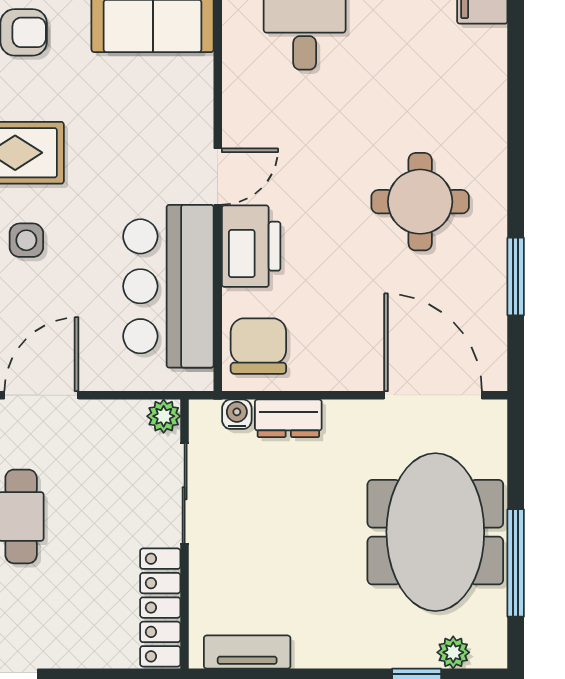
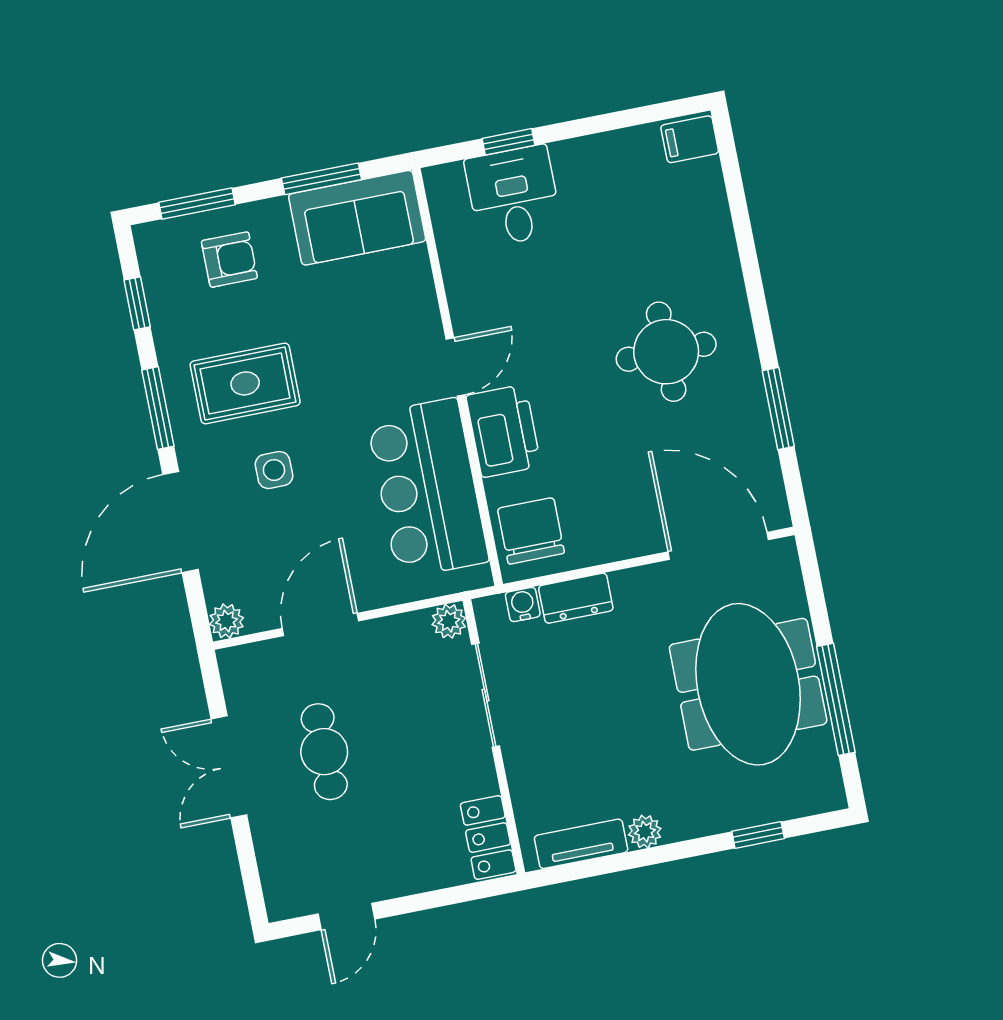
locker: (160, 608) -> (488, 838), width x0.66
plant: (453, 652) -> (645, 832), moved

